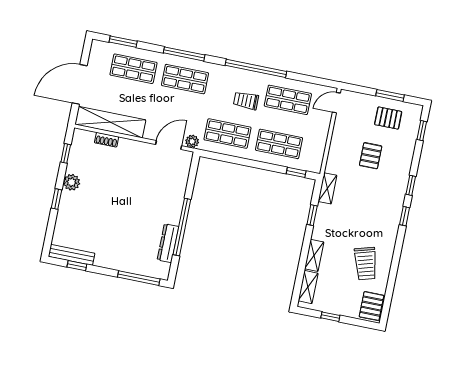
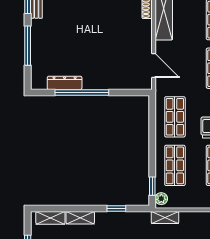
plant: (192, 141) -> (161, 199), moved
shelving: (327, 188) -> (165, 217), moved
window: (139, 278) -> (28, 46), moved

